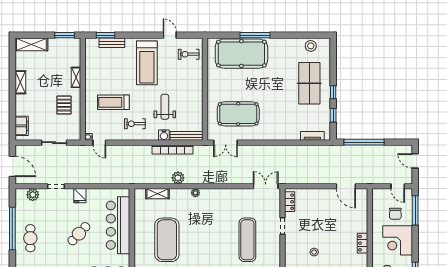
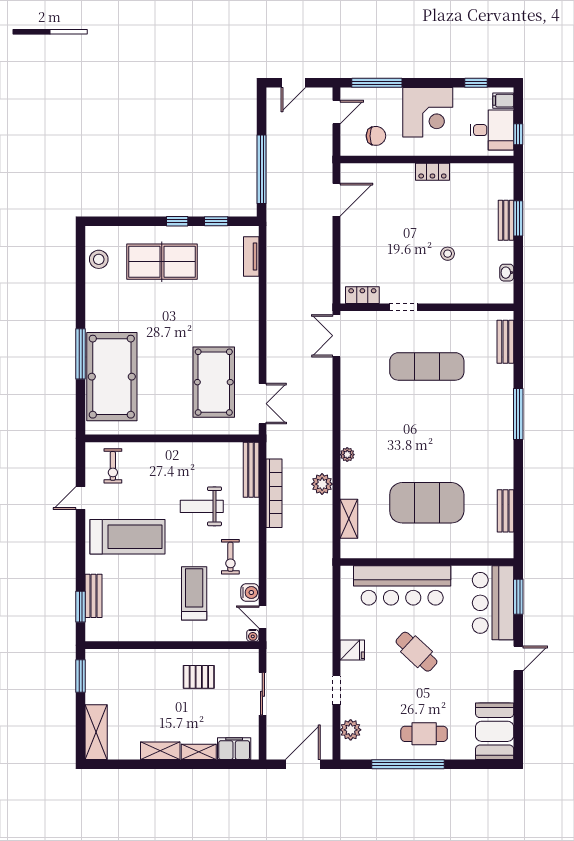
shelving: (76, 77) -> (199, 752), moved
treadmill: (113, 102) -> (194, 593), turned 180
water cooler: (164, 135) -> (250, 593), moved
door: (99, 143) -> (262, 617), swing flipped
chair: (395, 214) -> (376, 136), moved

